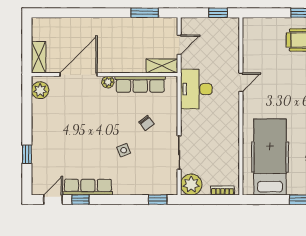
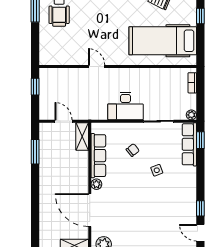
desk: (196, 89) -> (125, 106), moved
plant: (191, 184) -> (191, 115), width x0.53, depth x0.53
row of seats: (88, 187) -> (189, 144), moved

